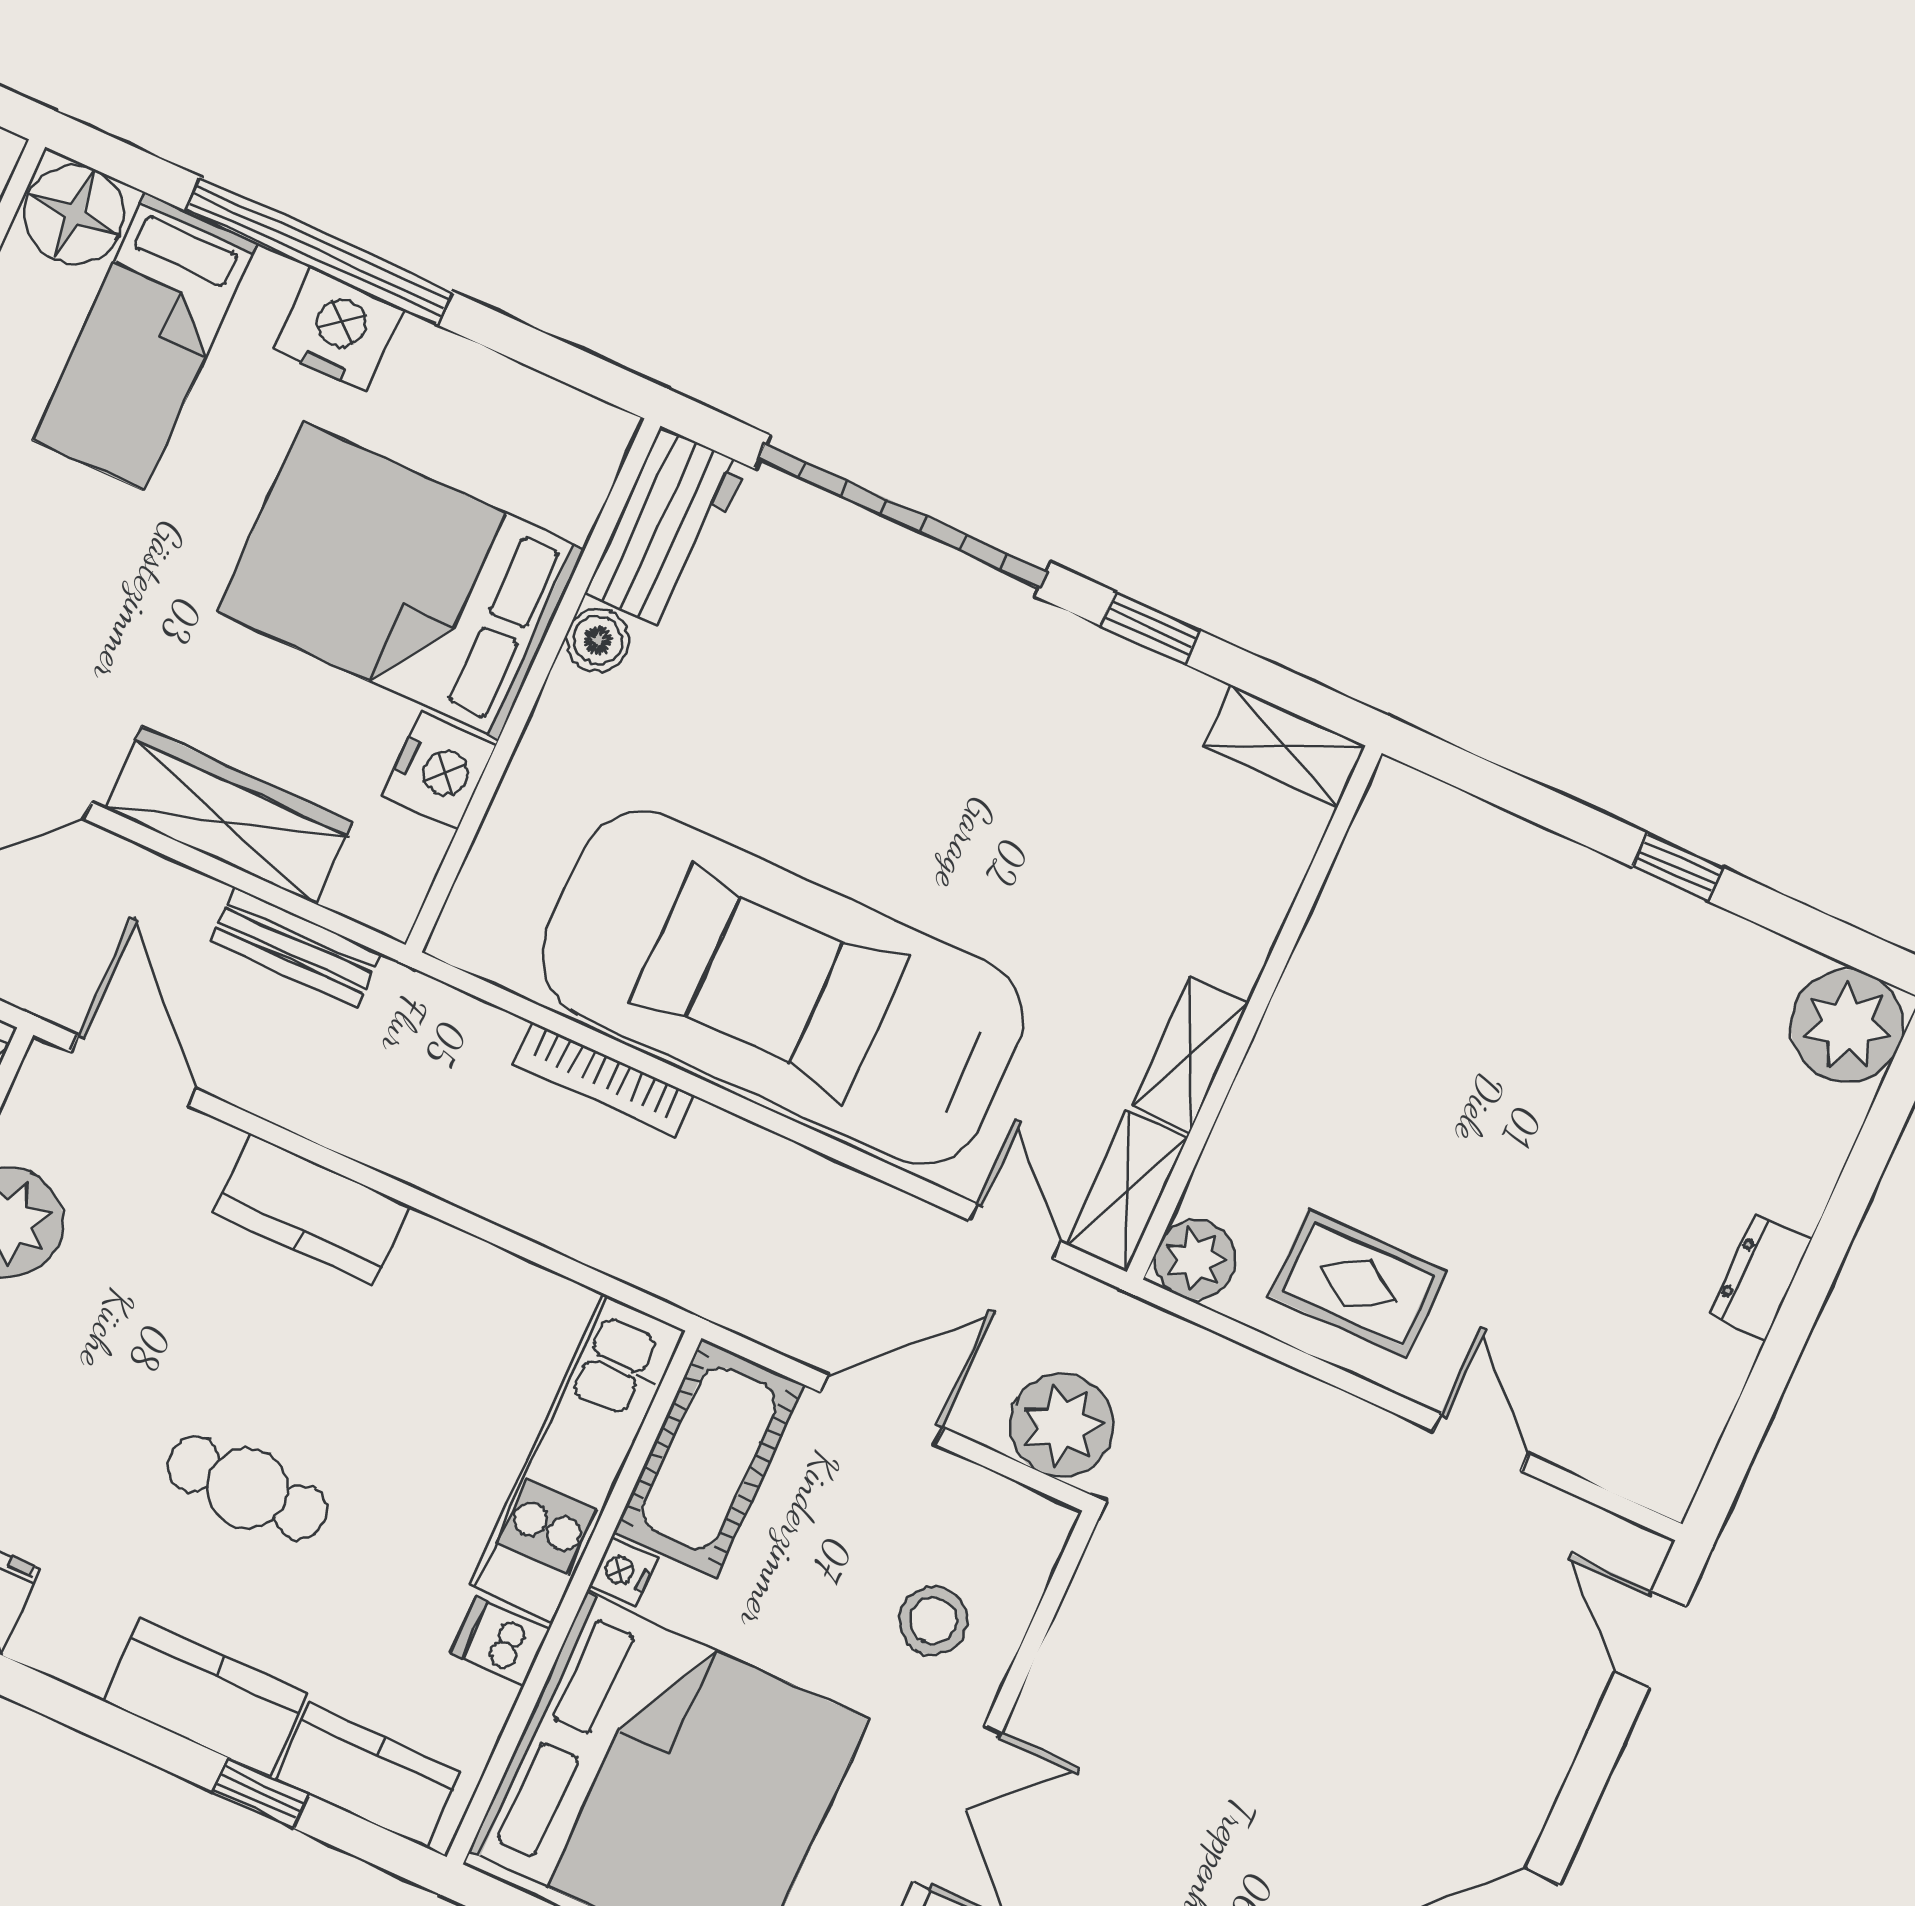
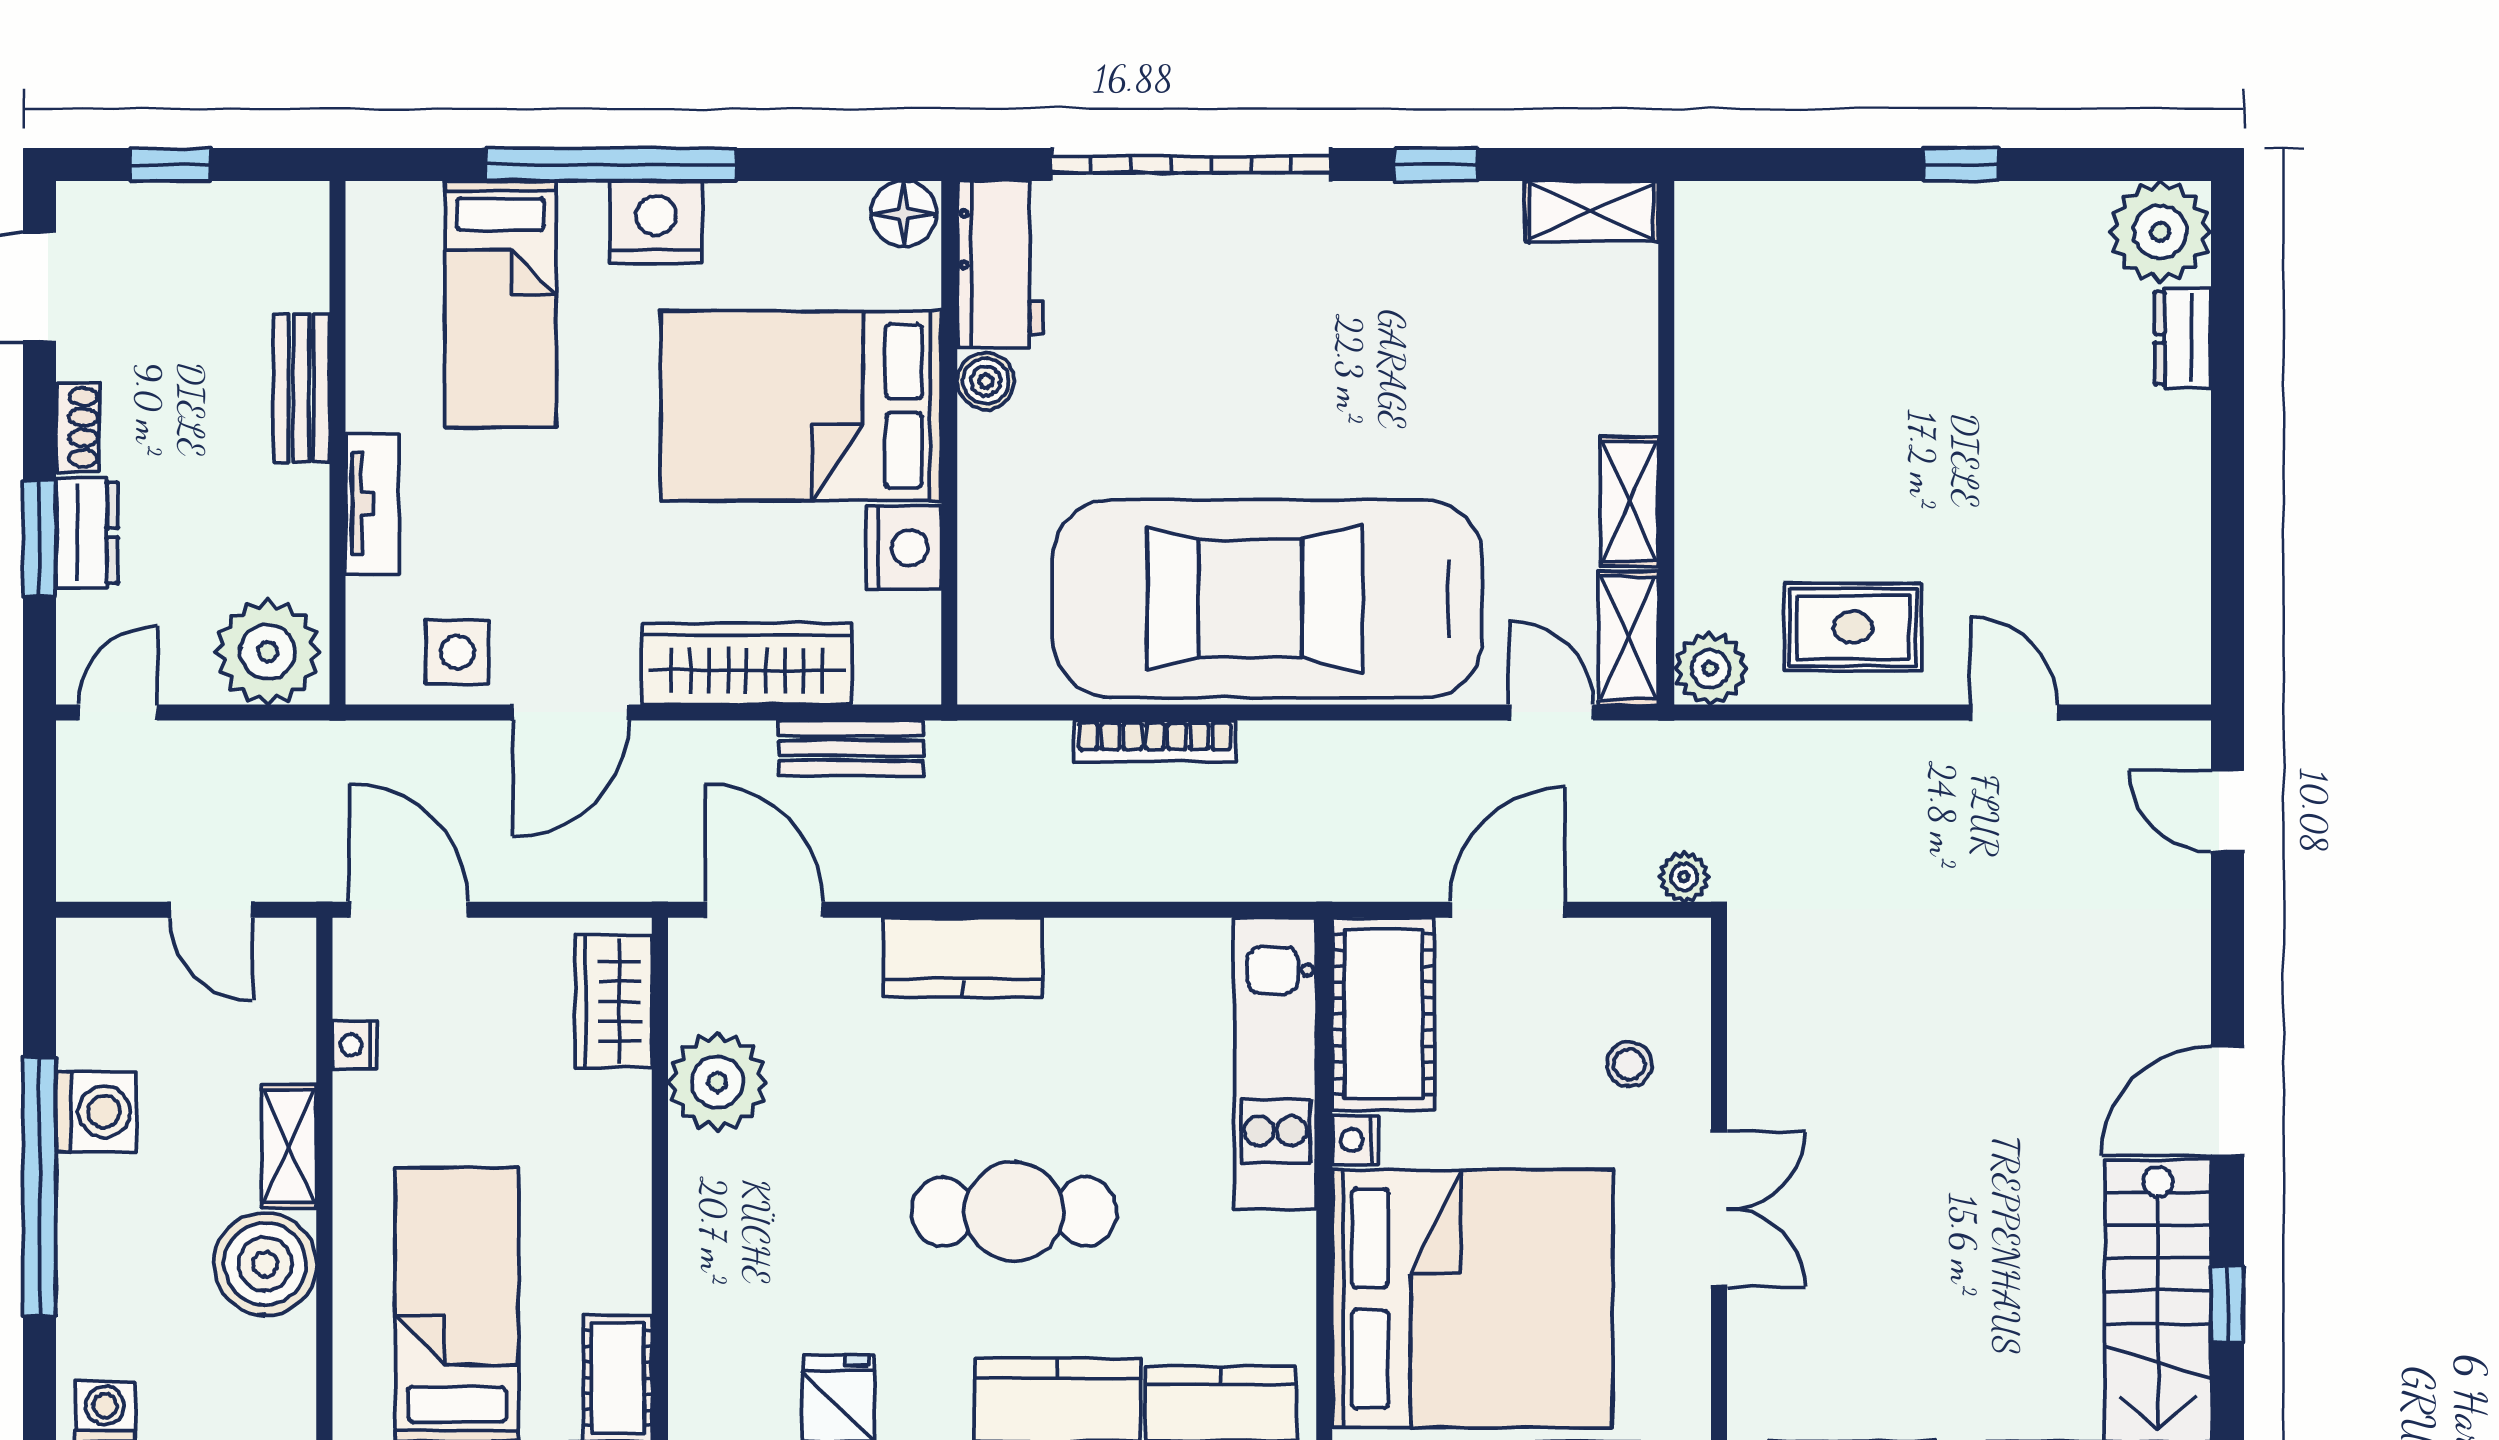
floor lamp: (74, 214) -> (904, 214), moved, width x0.73, depth x0.73
dresser: (1760, 1278) -> (2183, 338), moved
plant: (1062, 1425) -> (1684, 877), width x0.53, depth x0.53
cafe table: (247, 1488) -> (1014, 1212), width x1.37, depth x1.35
stool: (933, 1621) -> (1629, 1064), width x0.73, depth x0.73
dishwasher: (500, 1641) -> (1280, 1243), removed

